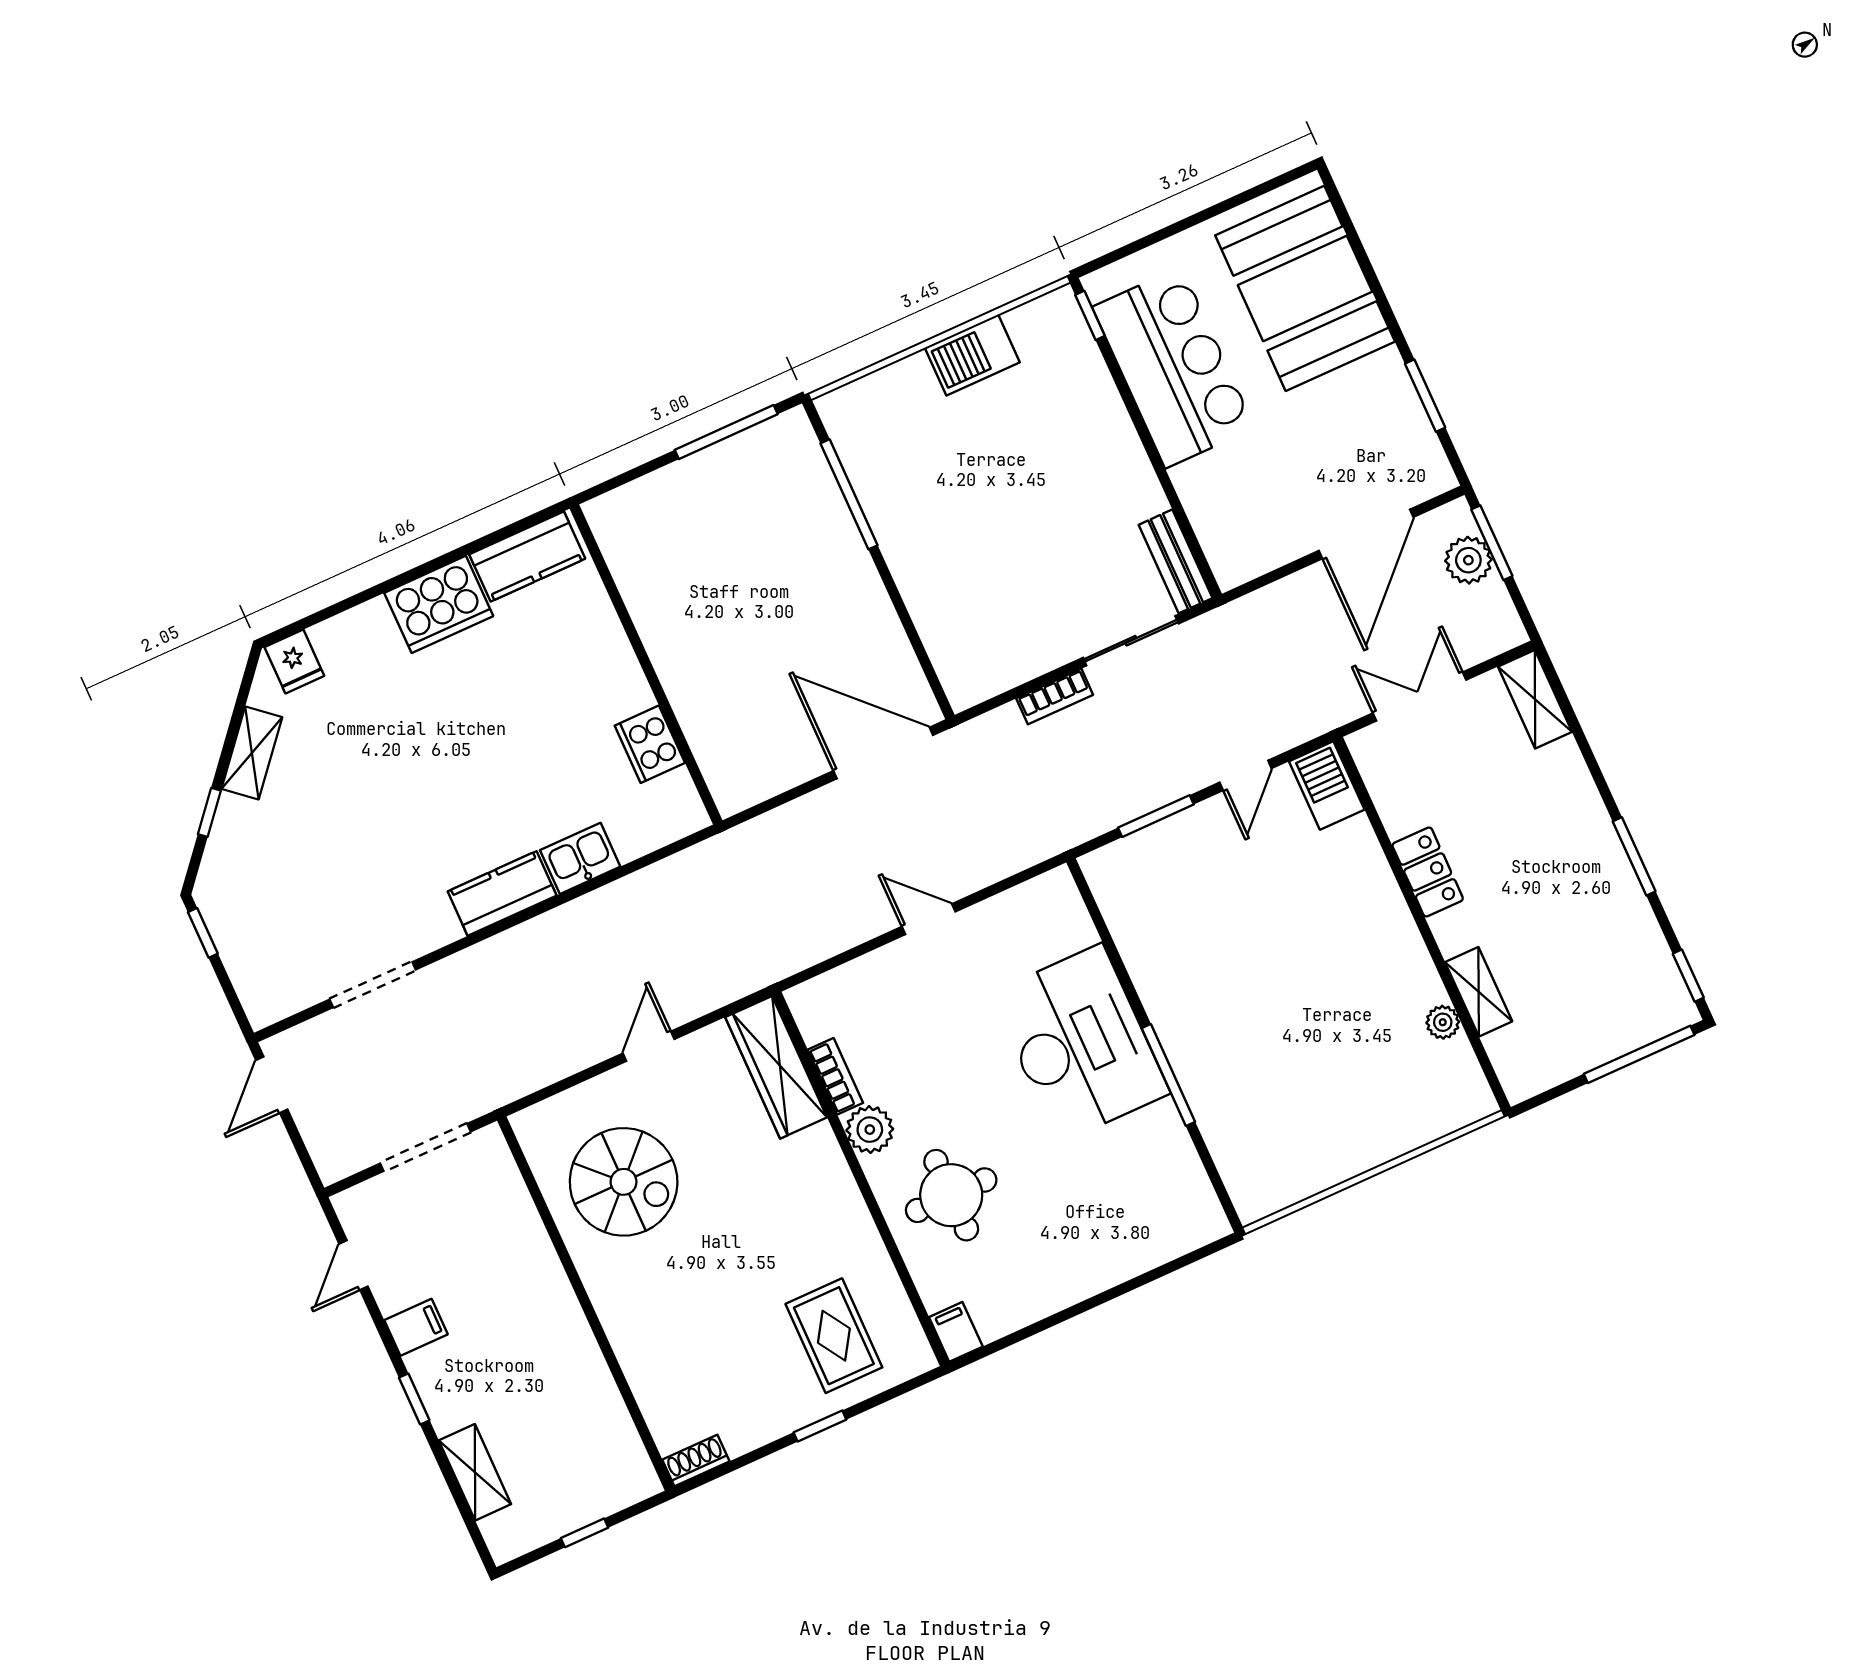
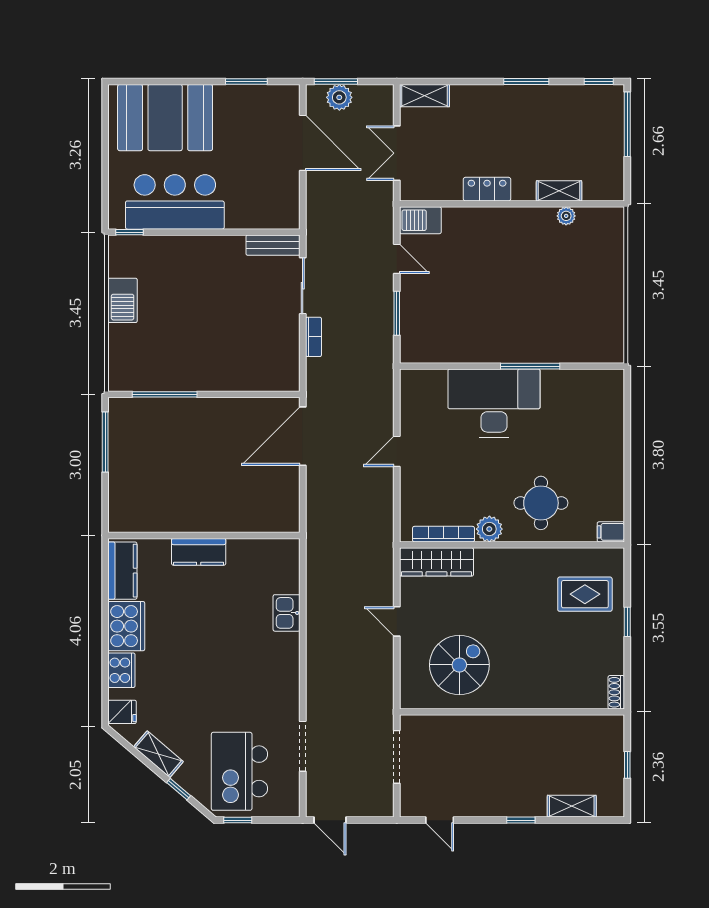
cooker: (650, 744) -> (121, 670), moved, turned -90
kitchen counter: (502, 893) -> (199, 552), moved, turned -90
kitchen island: (284, 899) -> (239, 771), added
bookcase: (835, 1076) -> (444, 534), width x1.56
filing cabinet: (416, 1327) -> (485, 803), removed

